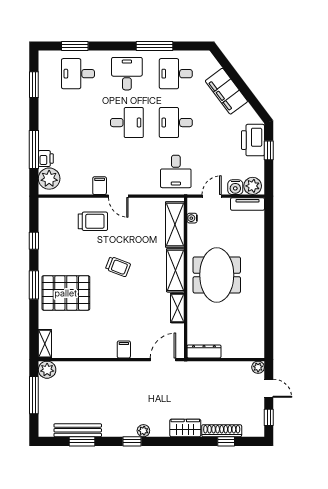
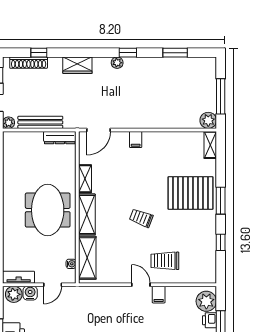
desk: (176, 171) -> (86, 308), removed
bench: (78, 430) -> (40, 122), moved
shoe rack: (222, 431) -> (29, 63), moved

